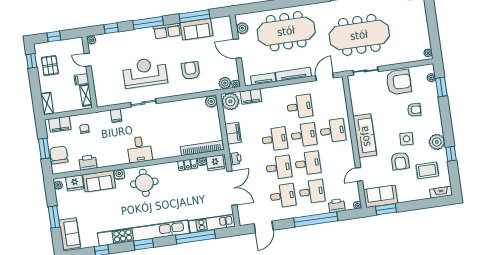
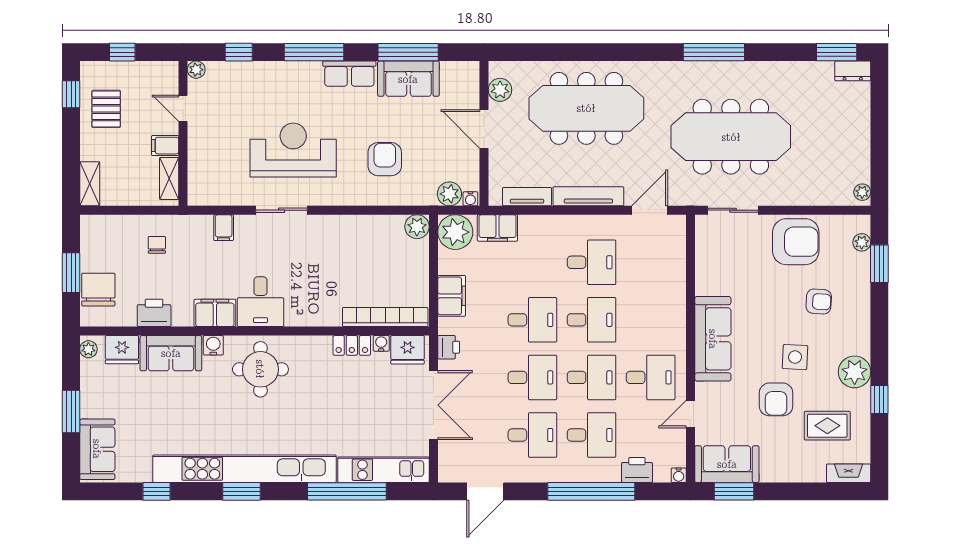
filing cabinet: (60, 124) -> (215, 313), moved, turned 180
desk: (333, 131) -> (651, 377), moved

